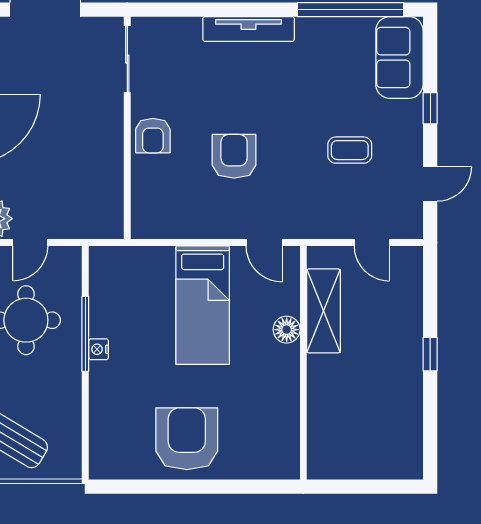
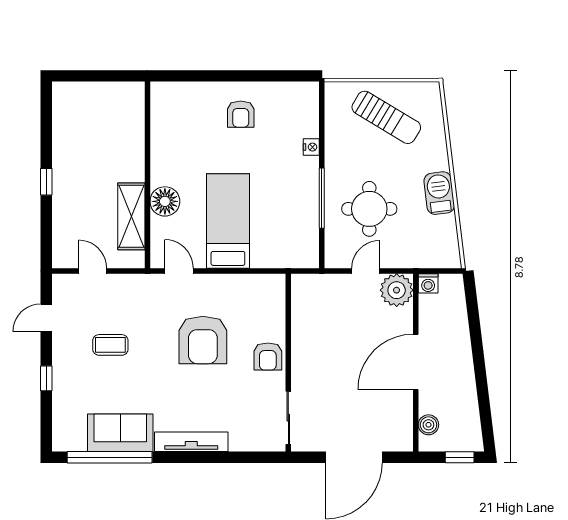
sofa: (399, 57) -> (120, 433), moved, turned -90
armchair: (153, 136) -> (268, 356), turned 180
armchair: (234, 156) -> (203, 340), width x1.36, depth x1.36
floor lamp: (287, 330) -> (165, 201), width x1.38, depth x1.38
nightstand: (99, 349) -> (311, 147), moved
armchair: (187, 439) -> (241, 114), width x0.53, depth x0.53

